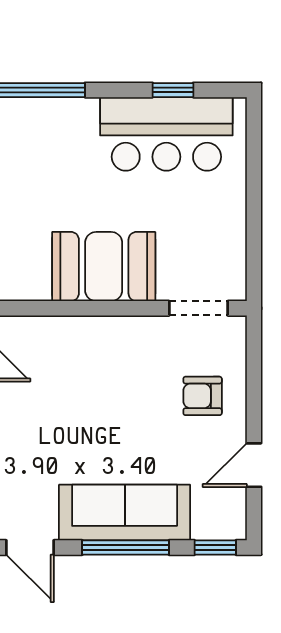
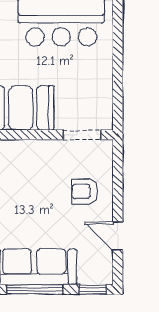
door: (254, 465) -> (118, 236), hinge flipped

